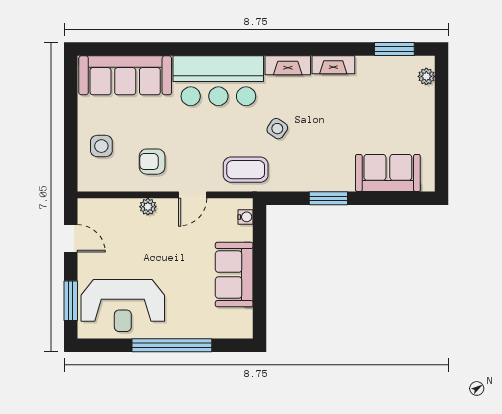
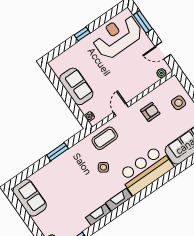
sofa: (388, 173) -> (30, 198), moved, turned -90
plant: (148, 207) -> (161, 73), moved
window: (172, 345) -> (82, 34), width x0.32

